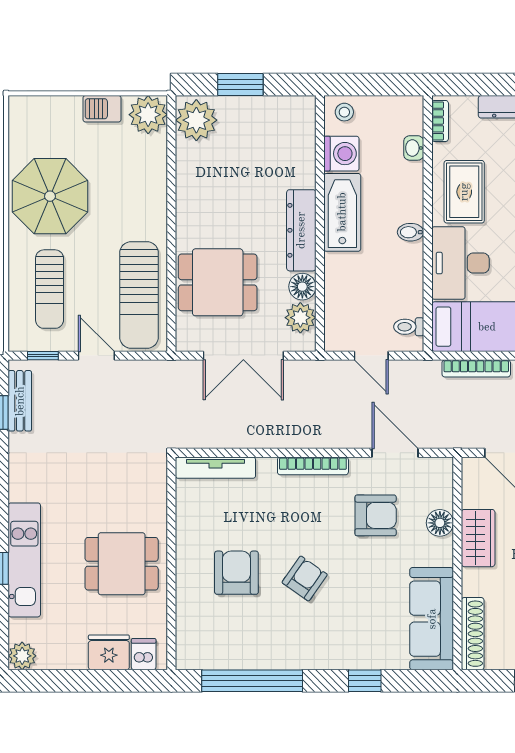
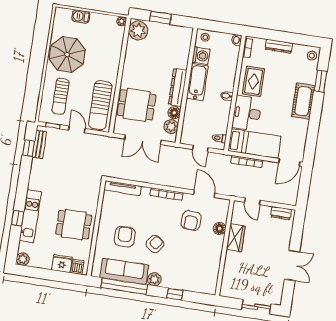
barbecue: (102, 109) -> (81, 16), moved
plant: (148, 115) -> (122, 21), width x0.53, depth x0.53
washbasin: (414, 148) -> (237, 40), moved
armchair: (376, 515) -> (191, 221), turned 94
sofa: (432, 619) -> (124, 271), moved, turned 90
shoe rack: (473, 634) -> (227, 280), removed
plant: (315, 655) -> (154, 279), added

